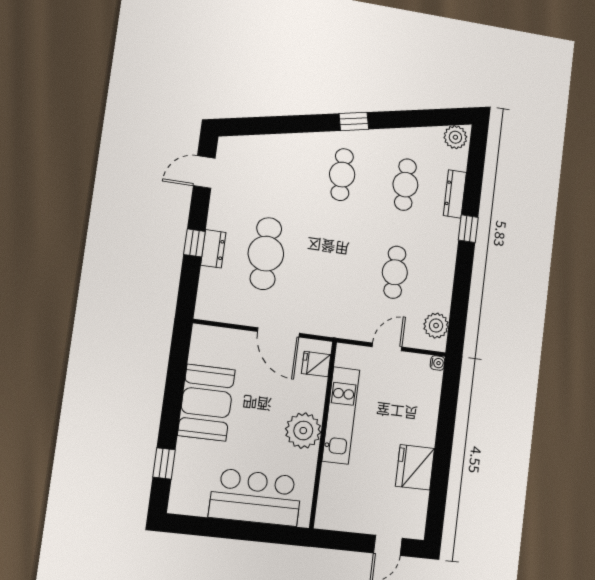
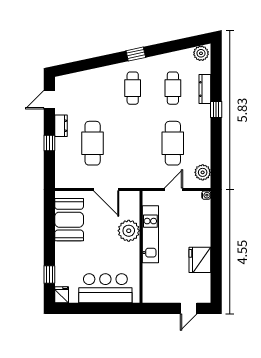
dresser: (213, 249) -> (61, 126), moved
cafe table: (395, 272) -> (173, 143), width x1.37, depth x1.35
fridge: (316, 364) -> (62, 295), moved, turned 90
booth: (206, 403) -> (69, 220), moved
plant: (303, 431) -> (129, 231), moved

